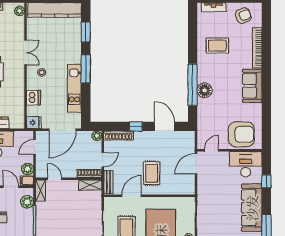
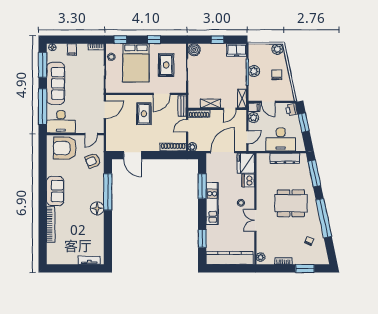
armchair: (243, 16) -> (93, 161), moved
rug: (217, 46) -> (86, 226), removed
window: (86, 69) -> (202, 186), moved
kitchen unit: (74, 88) -> (212, 203), moved
floor lamp: (205, 90) -> (97, 208), moved
fridge: (34, 123) -> (246, 163), width x1.88, depth x1.34
window: (136, 126) -> (158, 155), removed
door: (196, 164) -> (105, 110), moved
door: (55, 179) -> (230, 109), hinge flipped
window: (266, 181) -> (43, 107), width x3.17
shelving: (90, 185) -> (210, 103), moved
plant: (27, 202) -> (254, 71), moved

